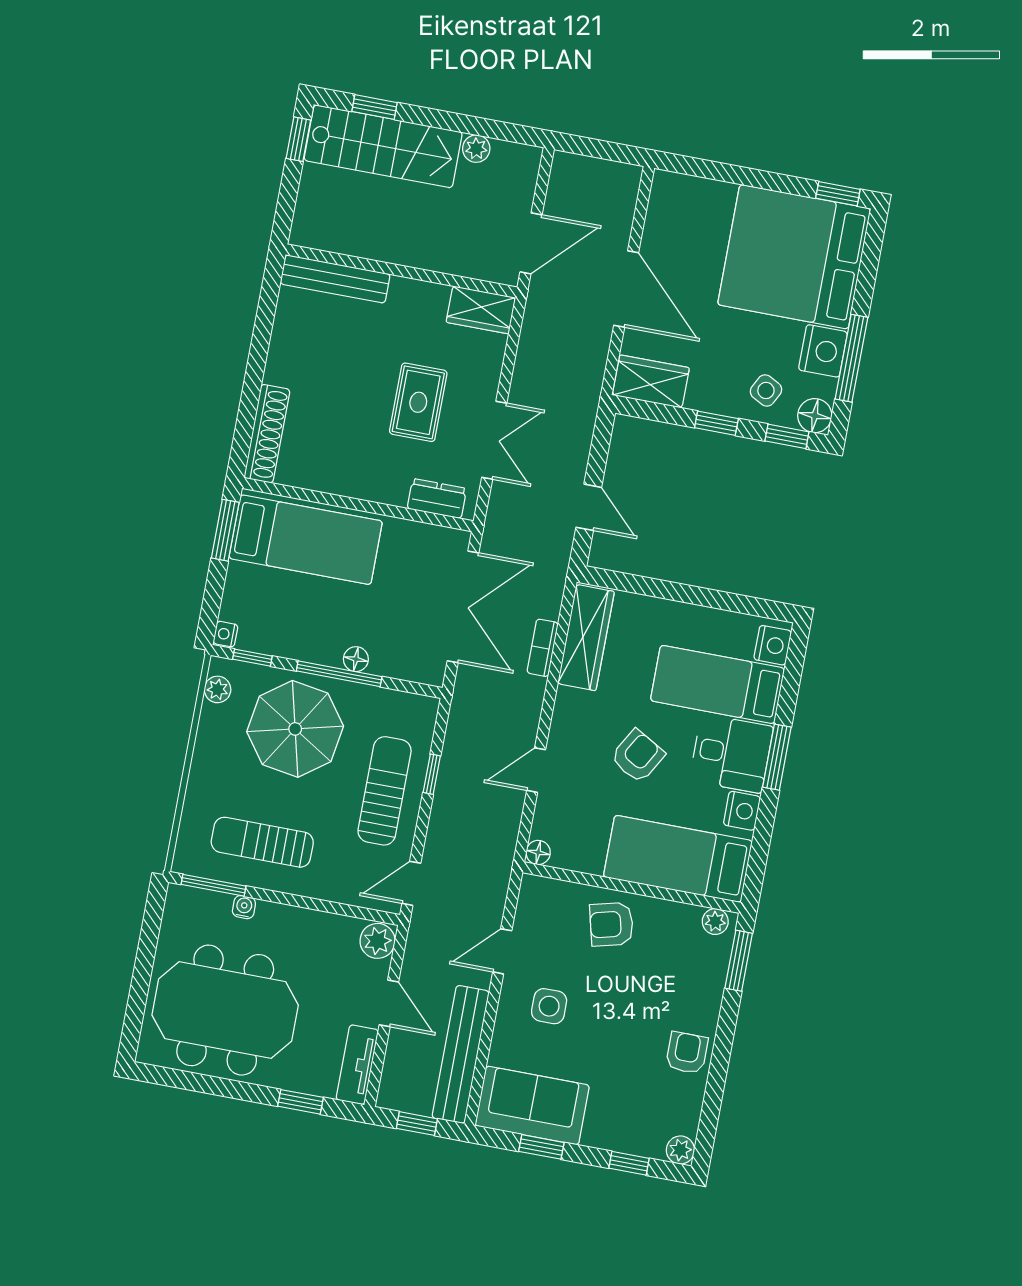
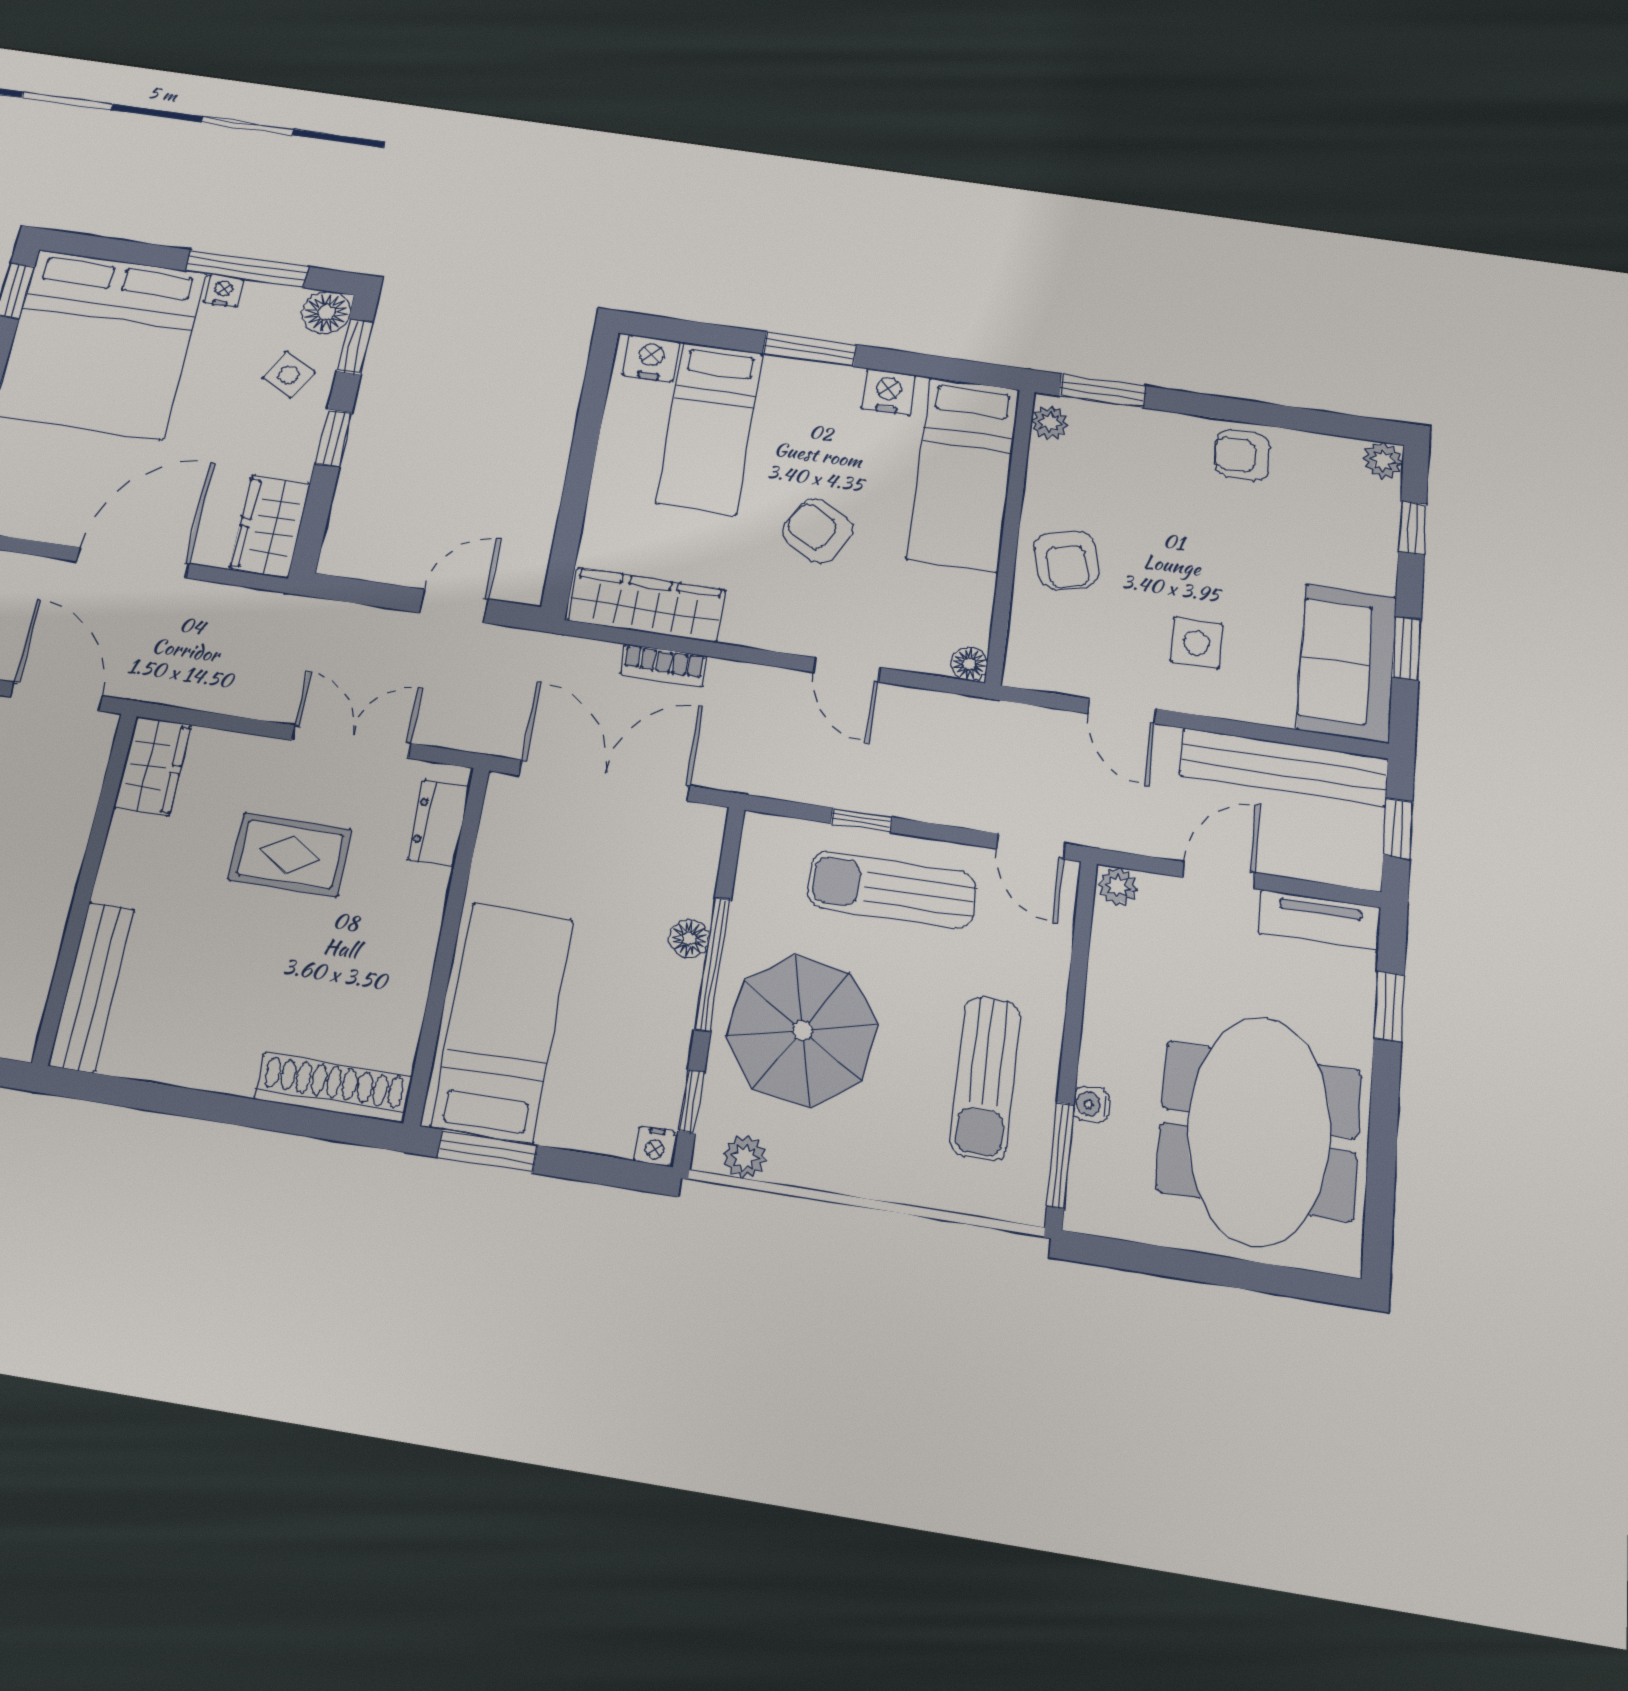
nightstand: (823, 351) -> (223, 291), width x0.53, depth x0.56
desk: (731, 754) -> (808, 407), removed
plant: (378, 941) -> (1118, 886), width x0.73, depth x0.73

